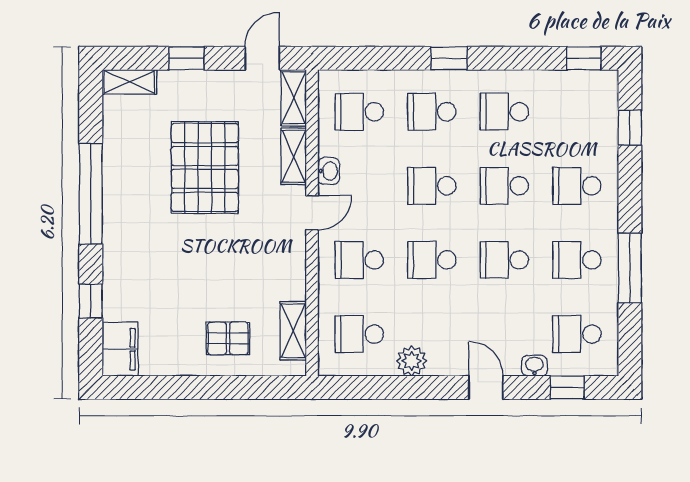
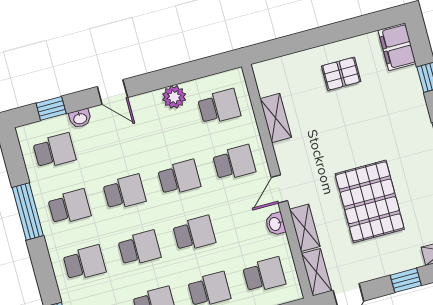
shelving: (293, 331) -> (276, 118), moved
pallet: (228, 338) -> (341, 74), moved

